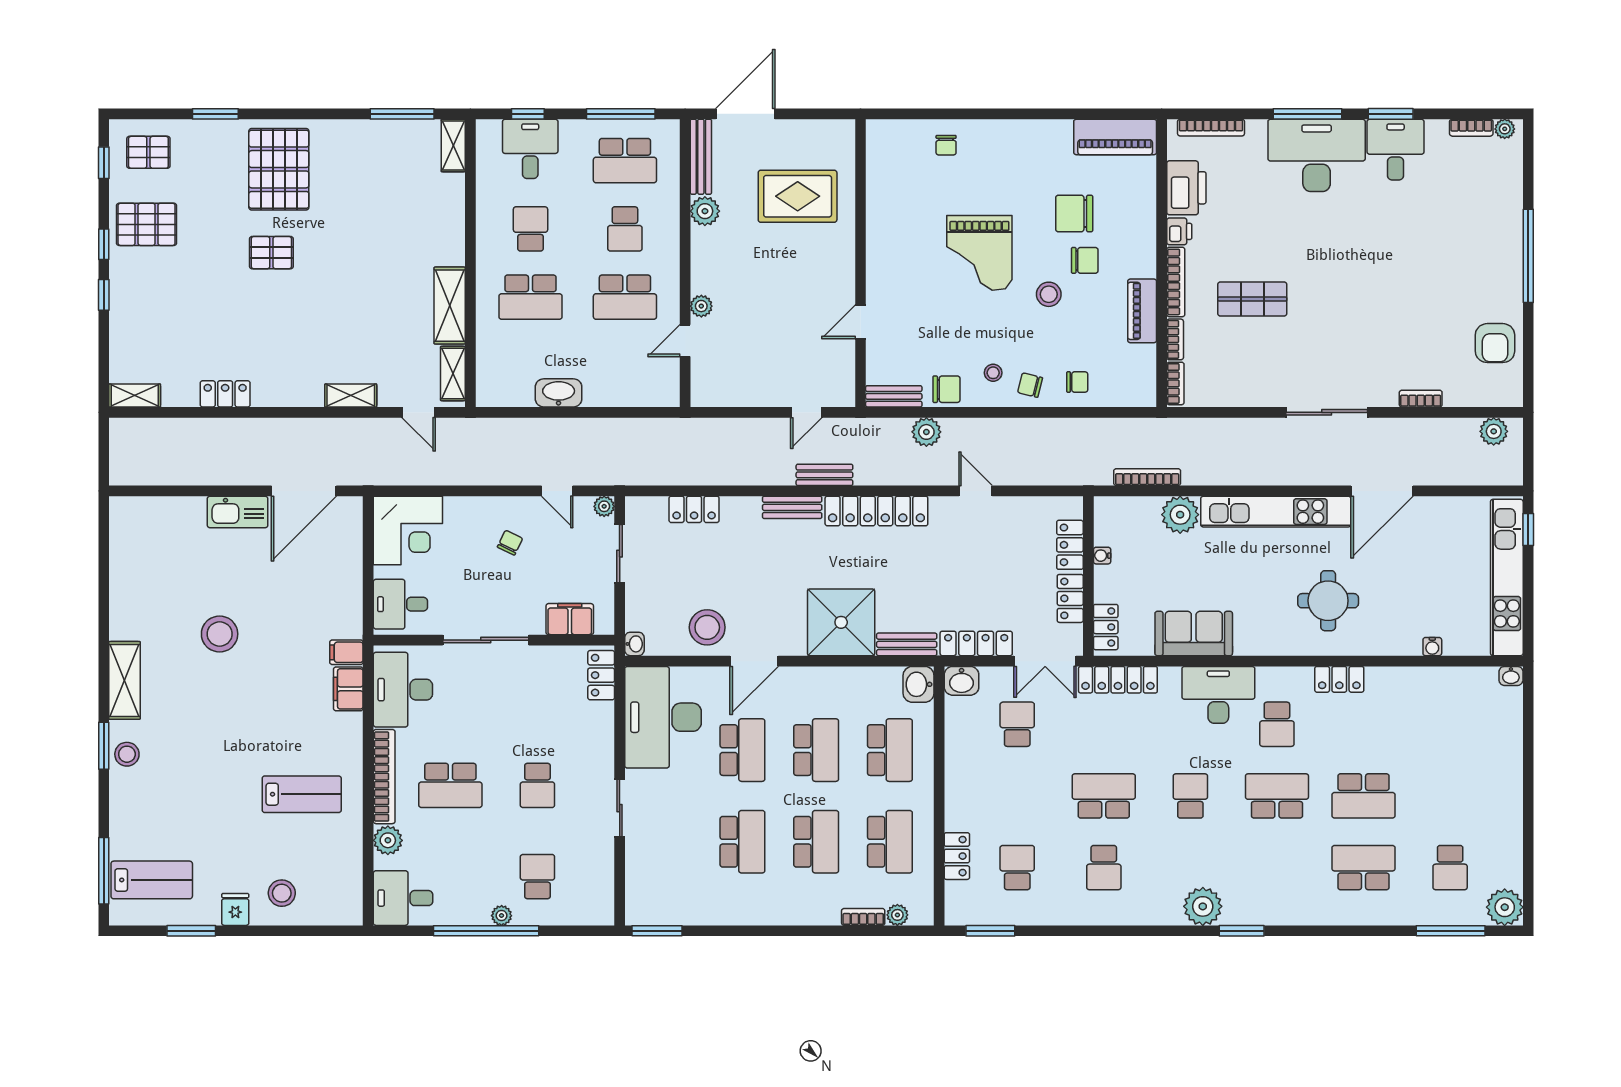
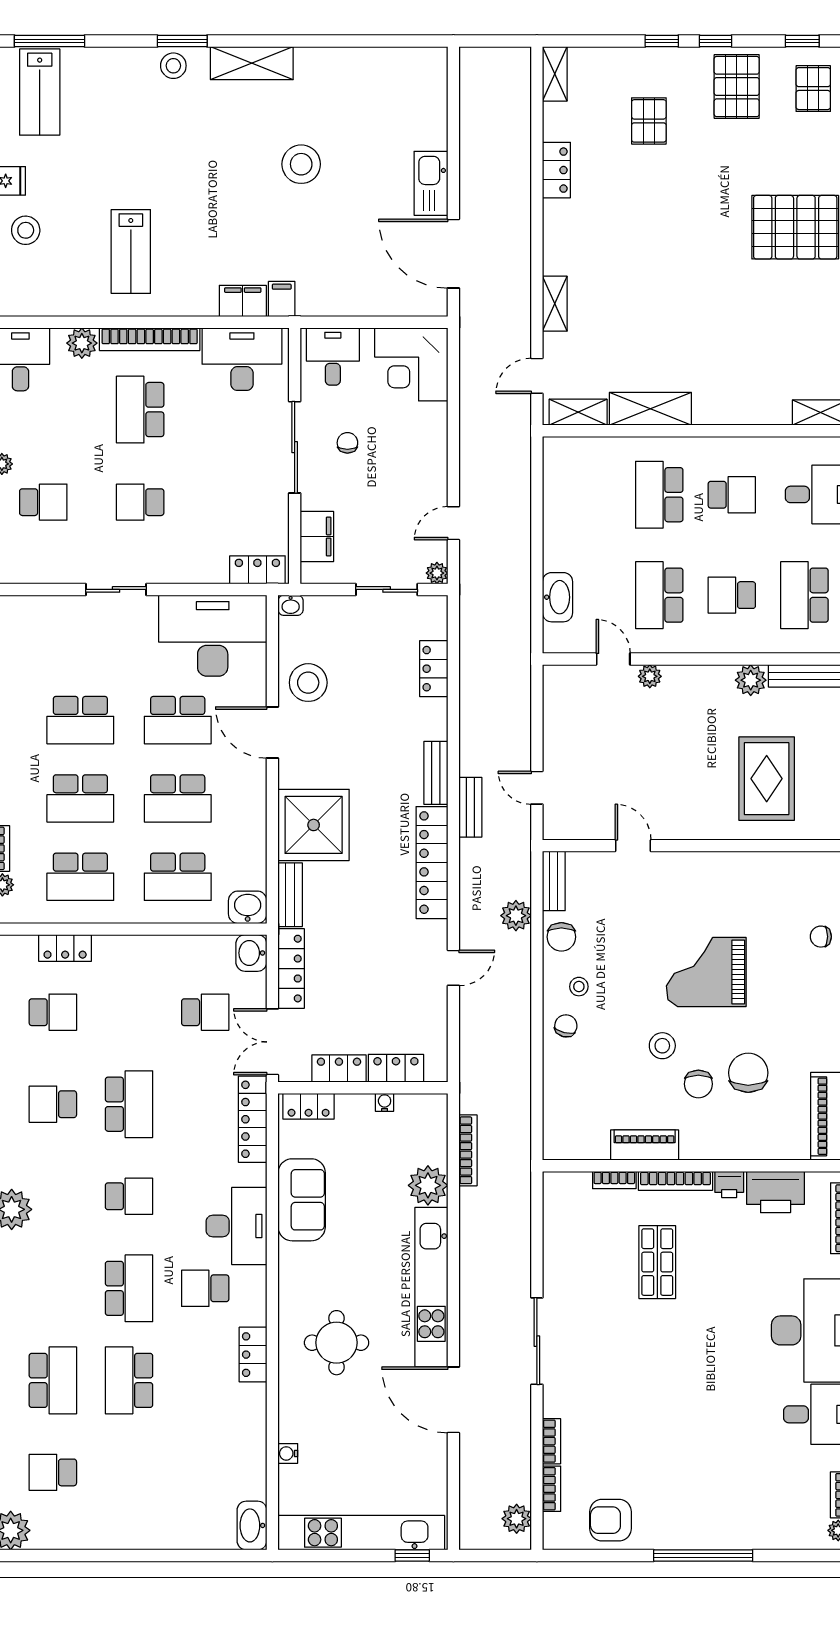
pallet: (271, 253) -> (649, 121), moved
chair: (1077, 382) -> (569, 1076), removed
bookcase: (1175, 383) -> (552, 1489), moved, turned -90
washbasin: (559, 393) -> (557, 597), moved
chair: (510, 543) -> (347, 443), moved, turned -116
washbasin: (1511, 676) -> (252, 1525), width x1.91, depth x1.45

